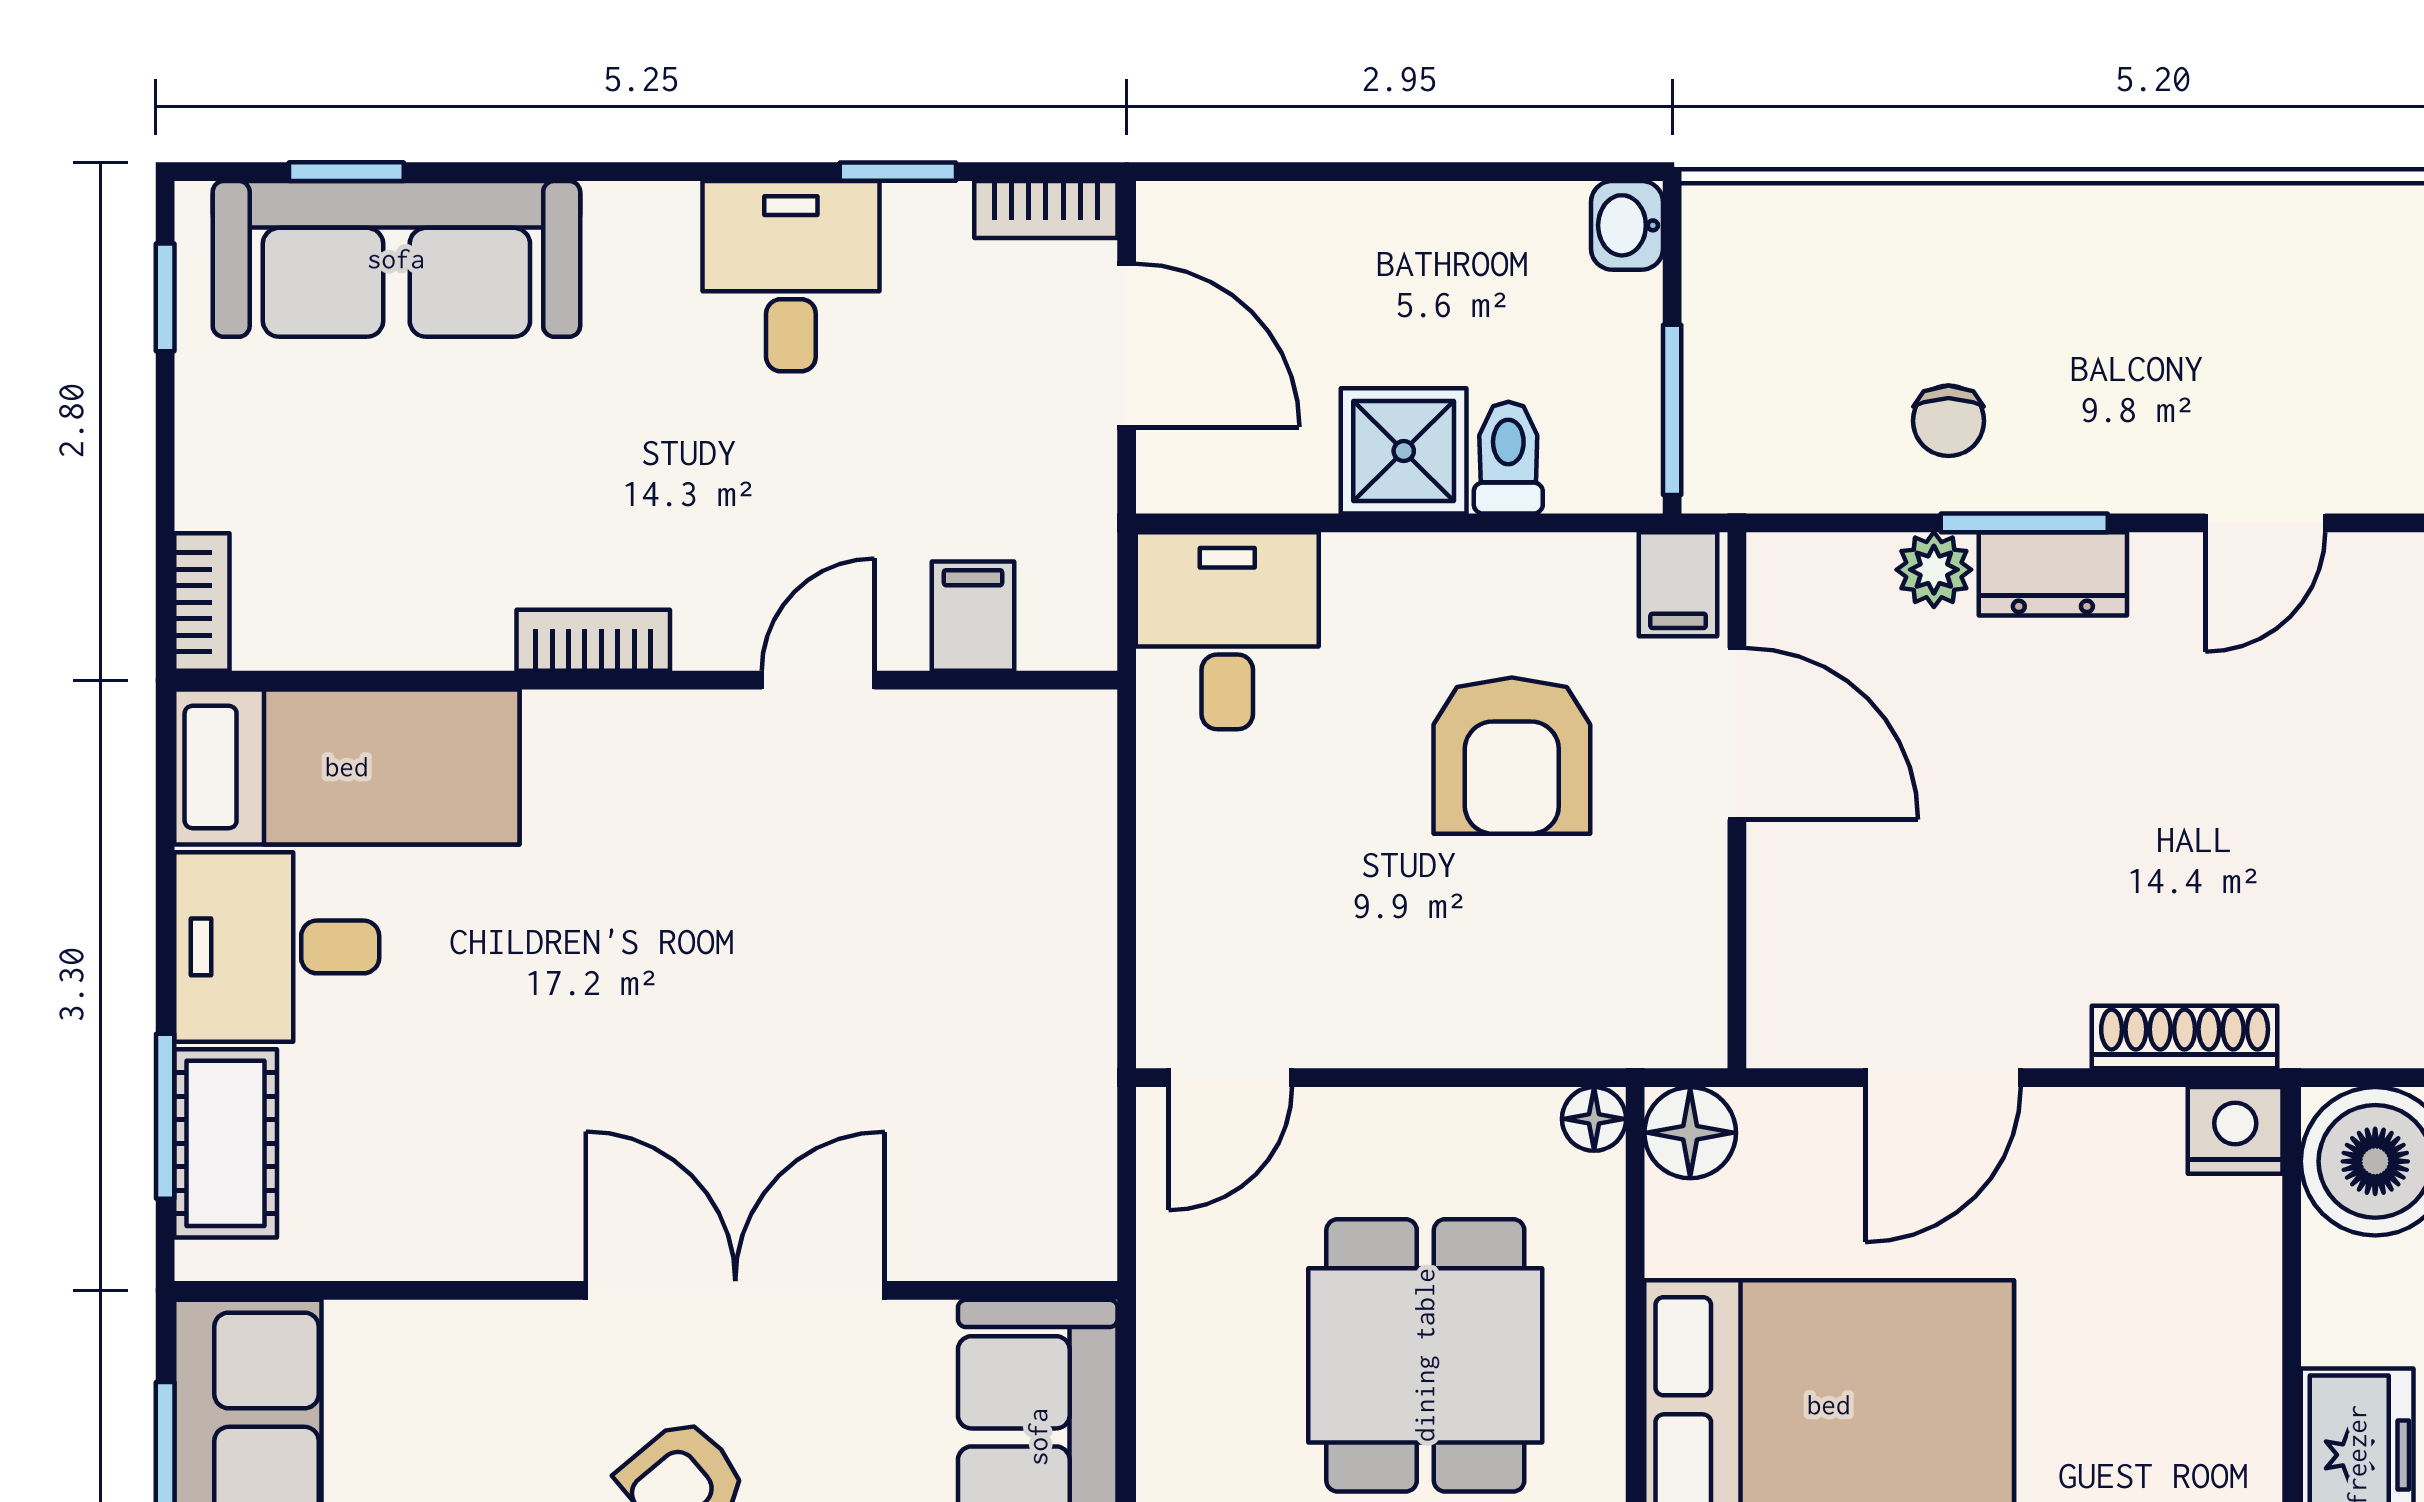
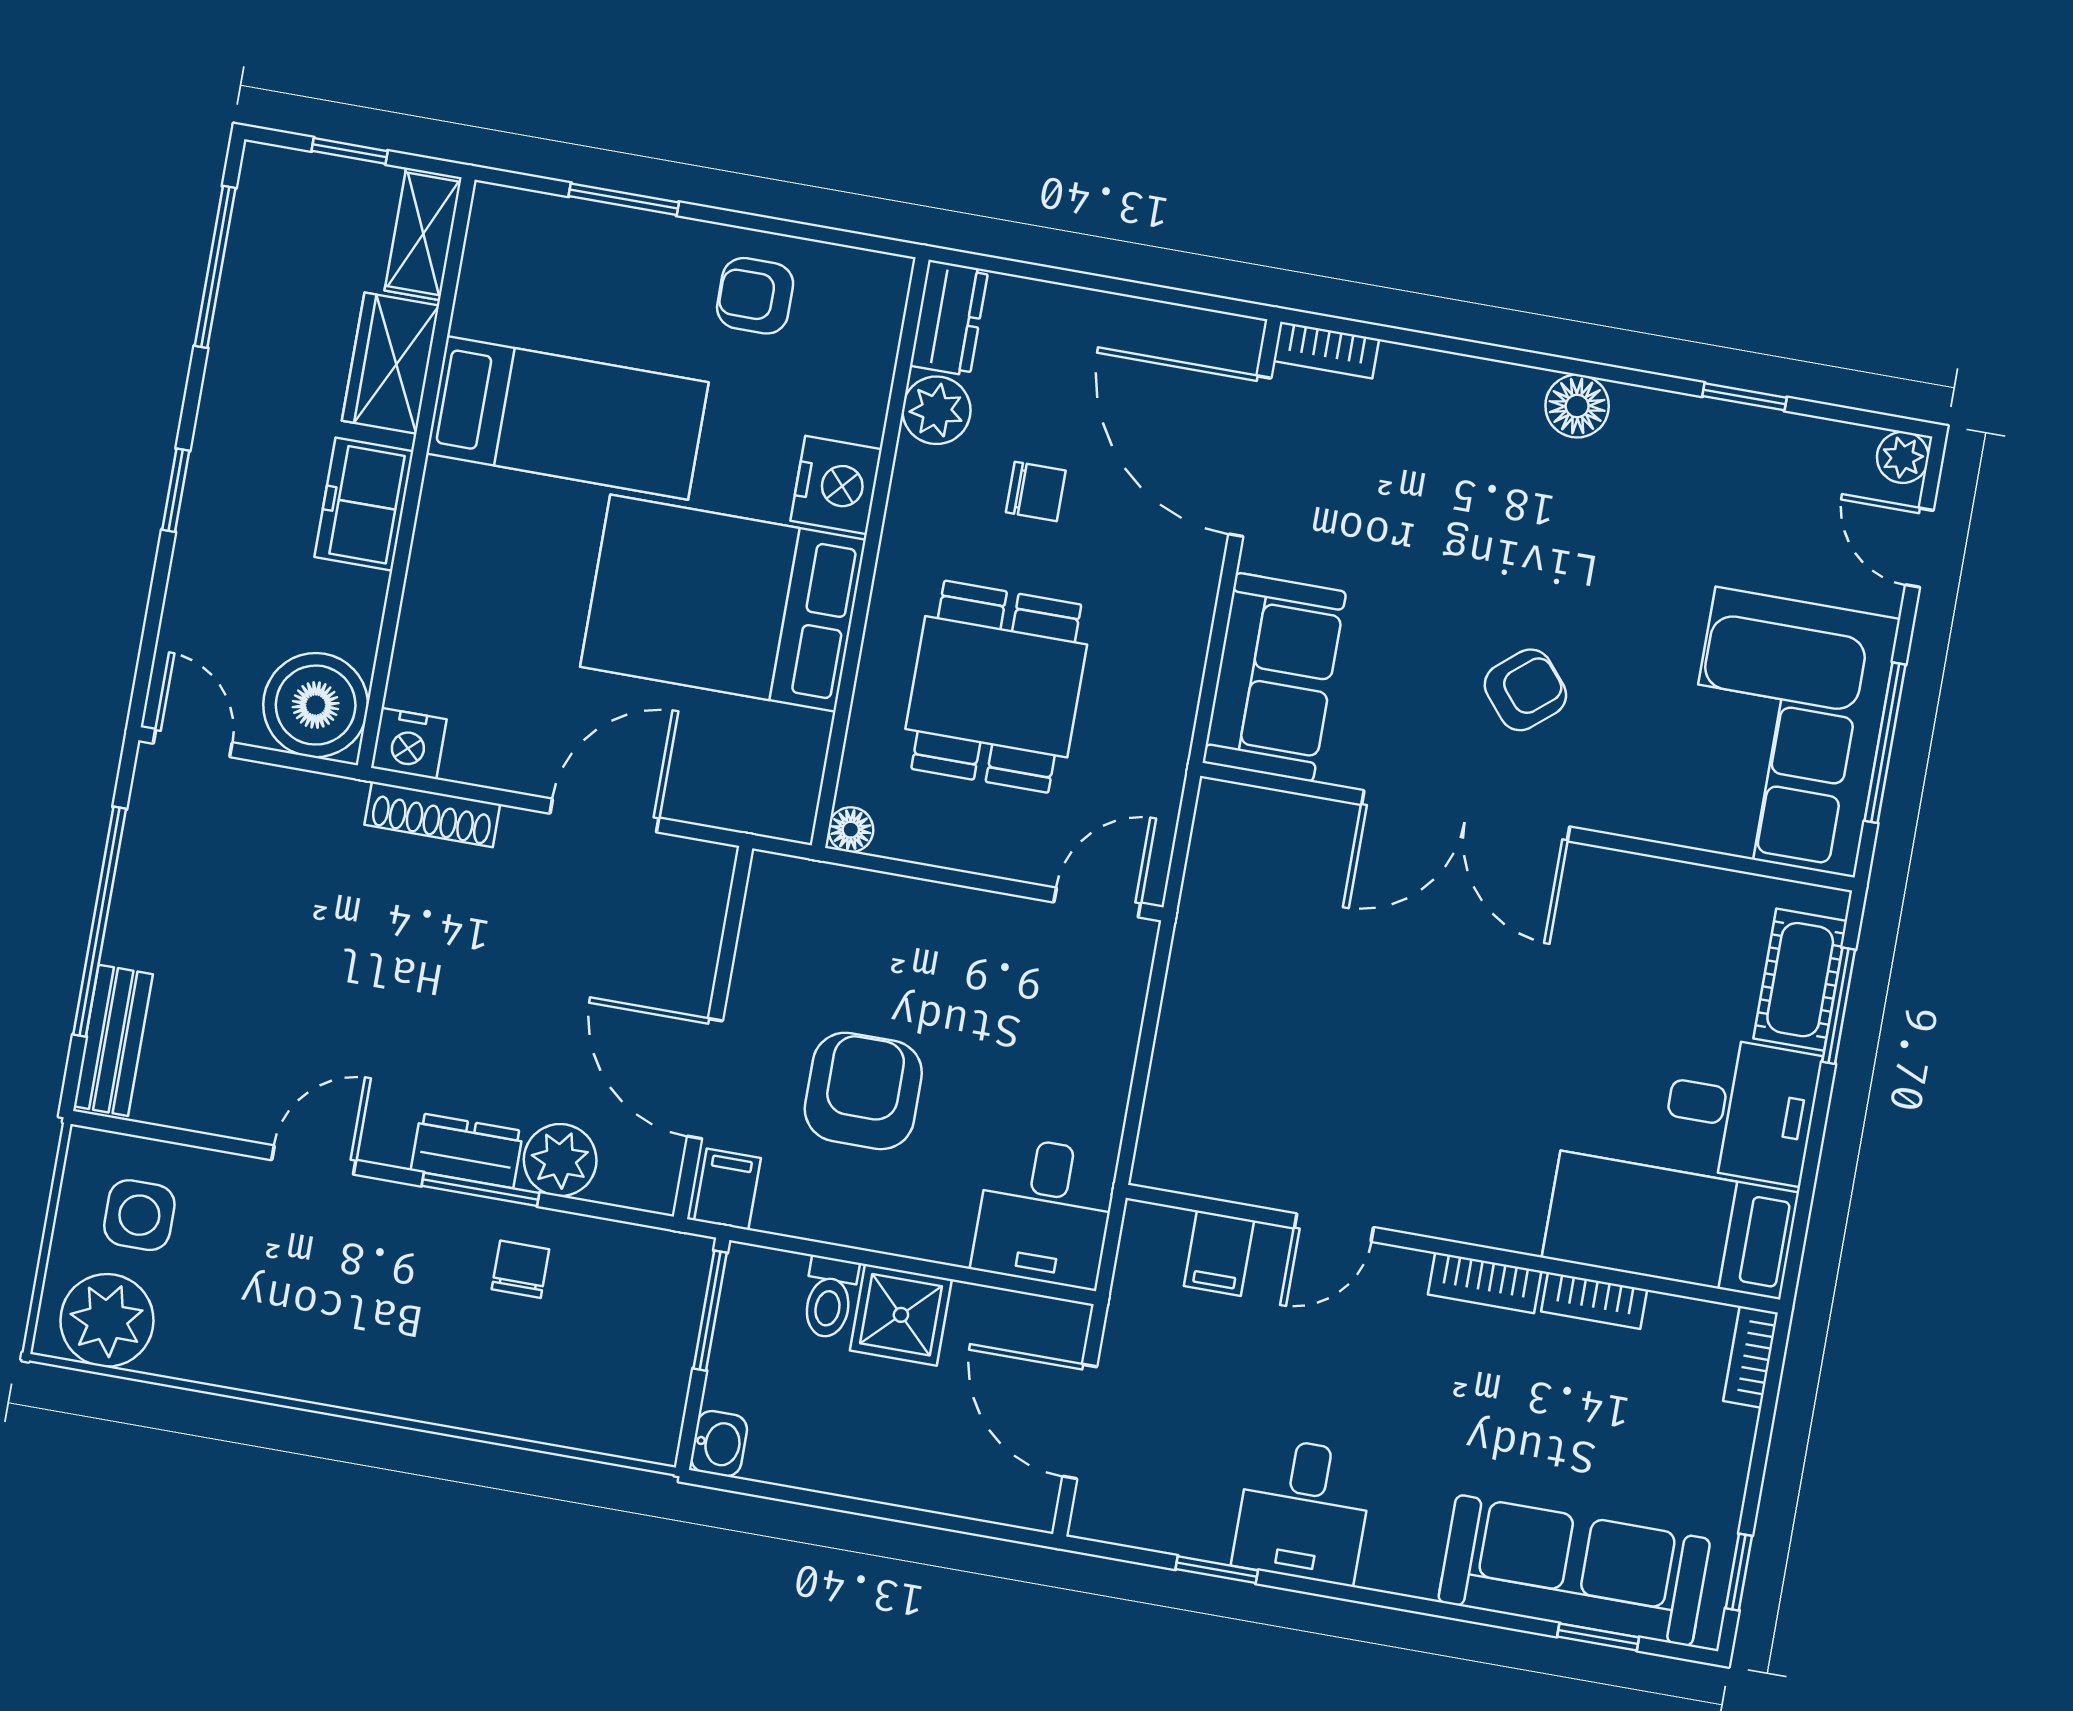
bookcase: (1046, 210) -> (1594, 1301), moved, turned 180
plant: (1934, 570) -> (560, 1160), width x1.38, depth x1.38
floor lamp: (1690, 1133) -> (786, 808), removed

